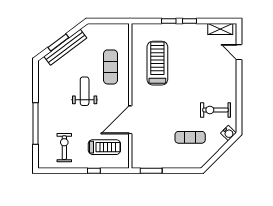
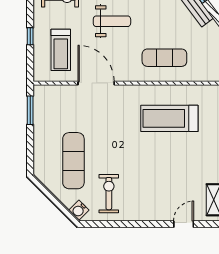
treadmill: (157, 63) -> (169, 118), turned 180
weight bench: (85, 91) -> (112, 21), moved
exercise mat: (190, 137) -> (73, 161), width x1.36, depth x1.45

